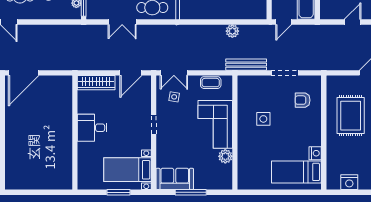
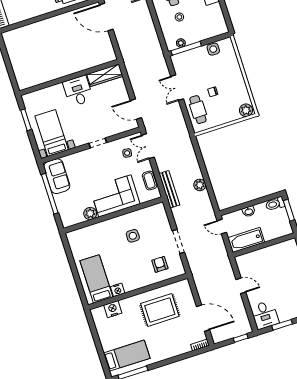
bench: (246, 65) -> (169, 189), moved
wardrobe: (96, 83) -> (105, 75), moved, turned -90
nightstand: (349, 182) -> (113, 309), moved, turned 90
window: (119, 192) -> (26, 120), moved
window: (191, 192) -> (50, 194), width x1.46

